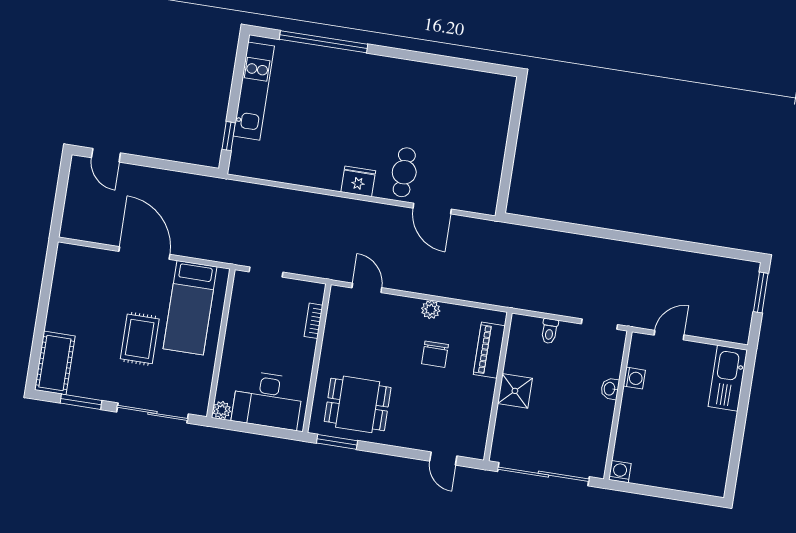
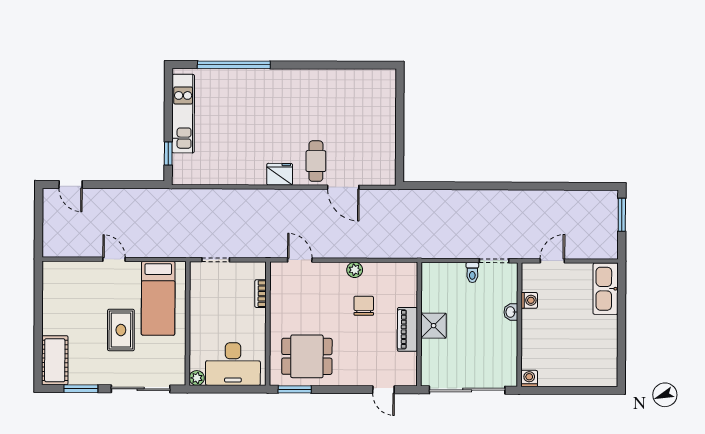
door: (144, 253) -> (114, 259), width x0.53
toilet: (550, 331) -> (472, 273), moved
piano: (489, 350) -> (407, 329), moved
chair: (435, 354) -> (364, 306), turned 180

